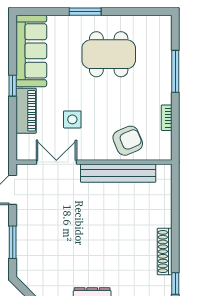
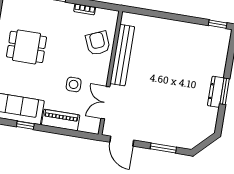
dining table: (109, 54) -> (27, 47), width x0.73
window: (13, 86) -> (25, 125), moved
shoe rack: (165, 252) -> (191, 28), removed

